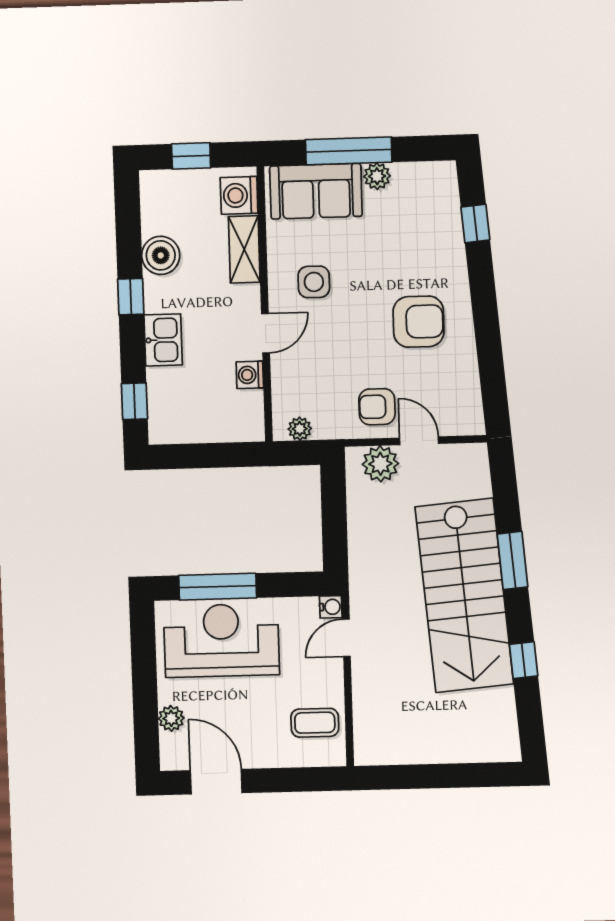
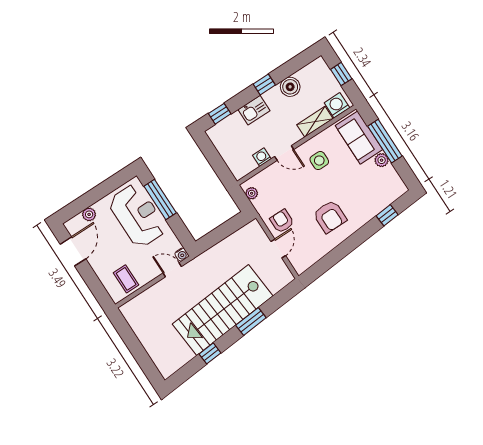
plant: (380, 464) -> (258, 238), removed

